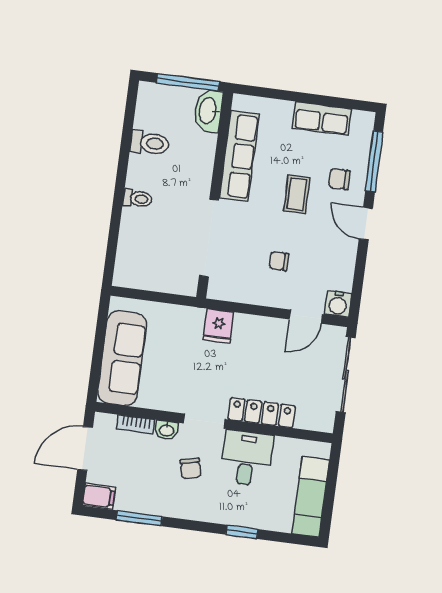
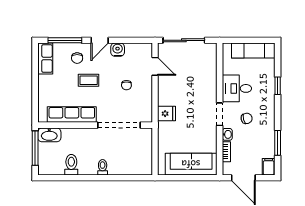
row of seats: (322, 118) -> (45, 58), moved
water cooler: (338, 304) -> (118, 50), moved, turned -90
locker: (262, 413) -> (211, 84), removed

